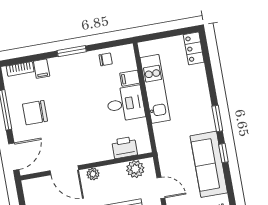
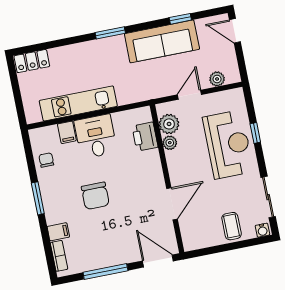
chair: (35, 113) -> (95, 196), moved
window: (223, 153) -> (180, 19), moved
plant: (93, 174) -> (170, 143), moved

